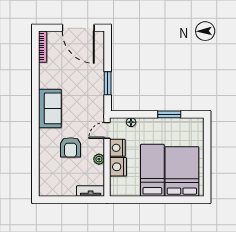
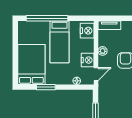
nightstand: (118, 167) -> (87, 31), moved
bed: (182, 171) -> (31, 64), moved, turned 180
window: (168, 200) -> (47, 18), added

